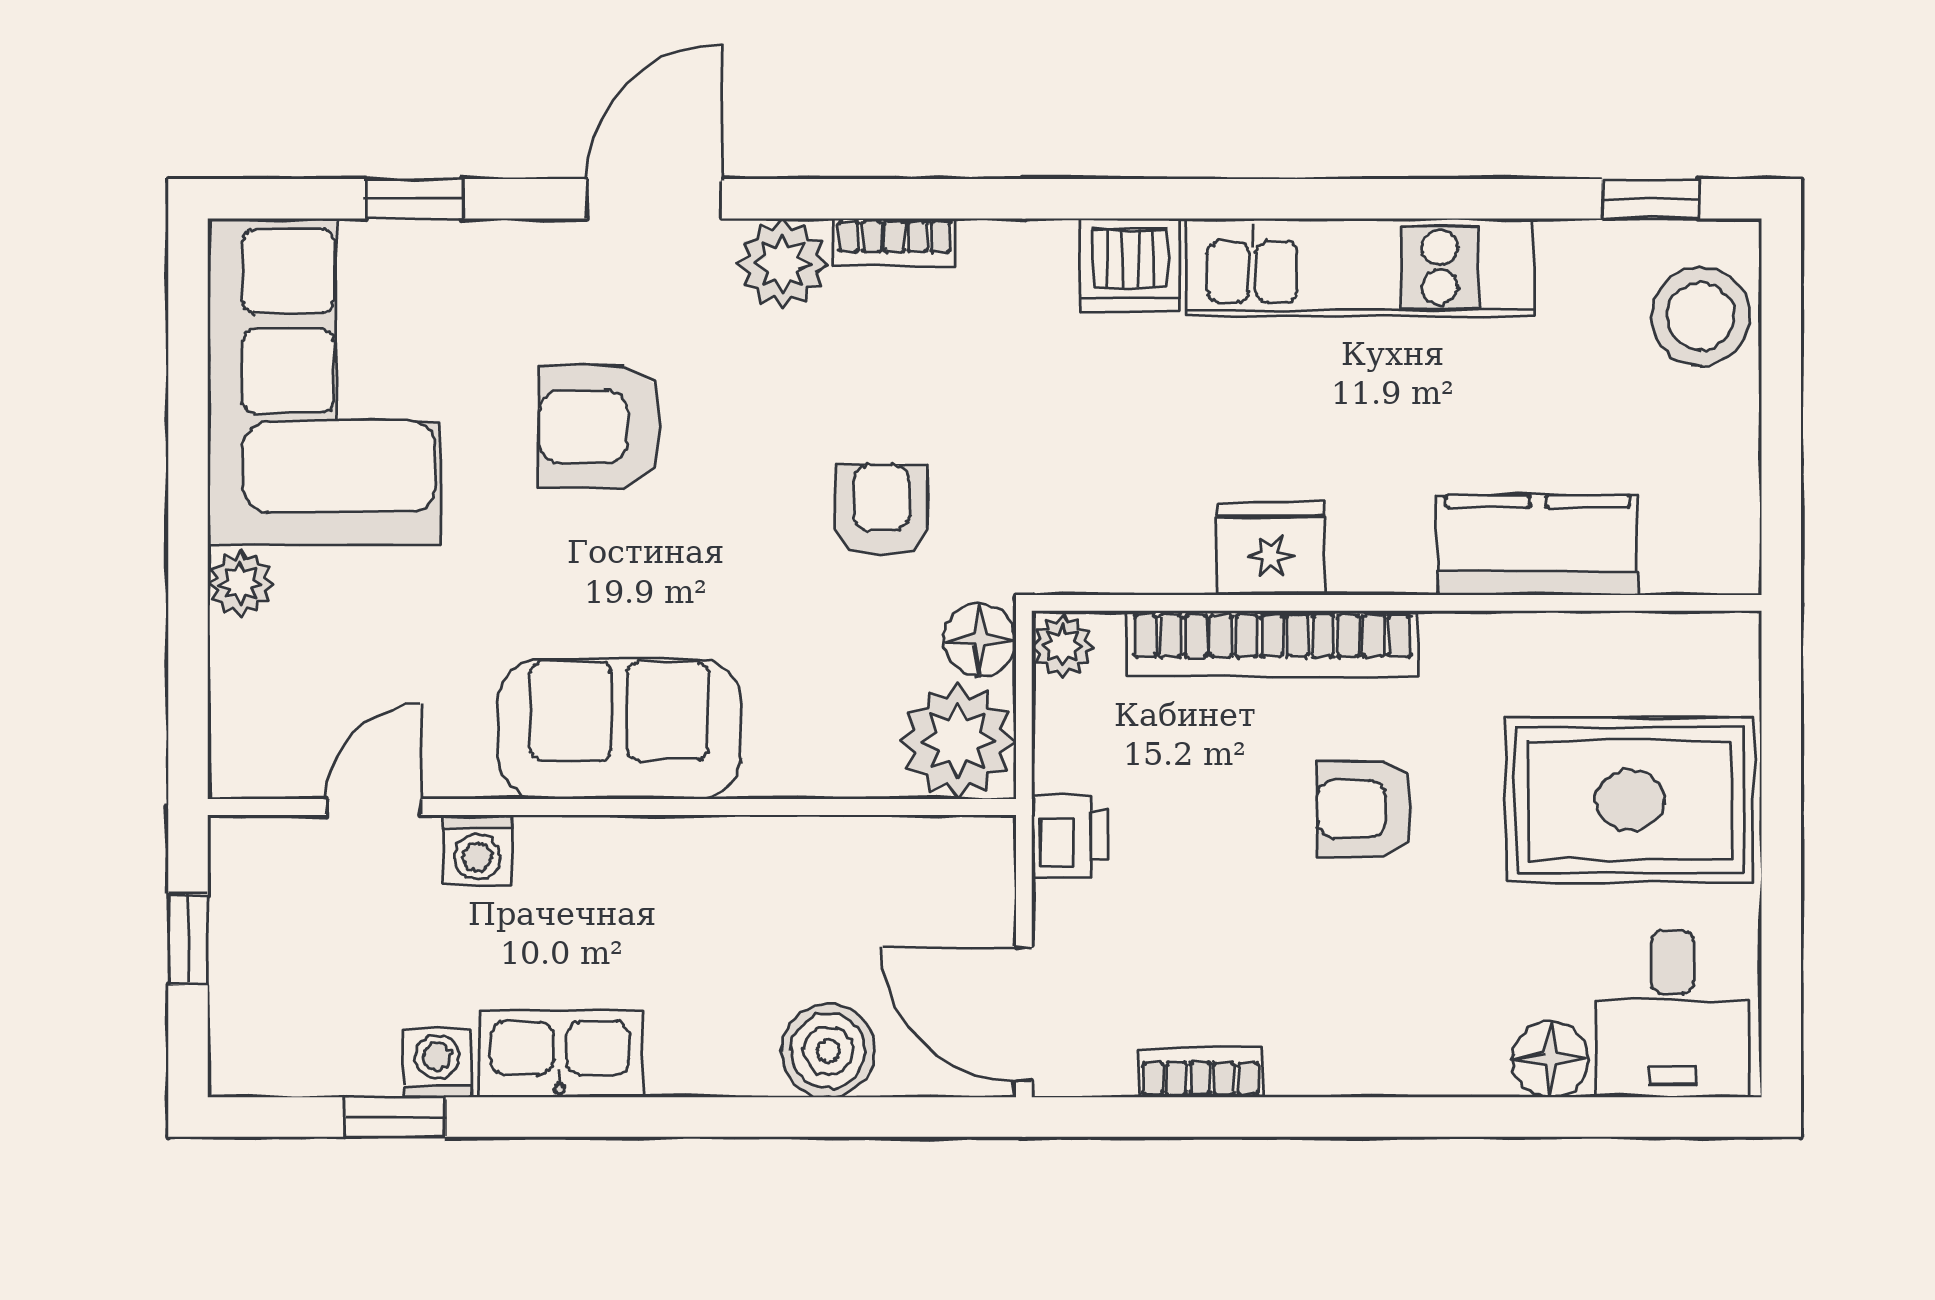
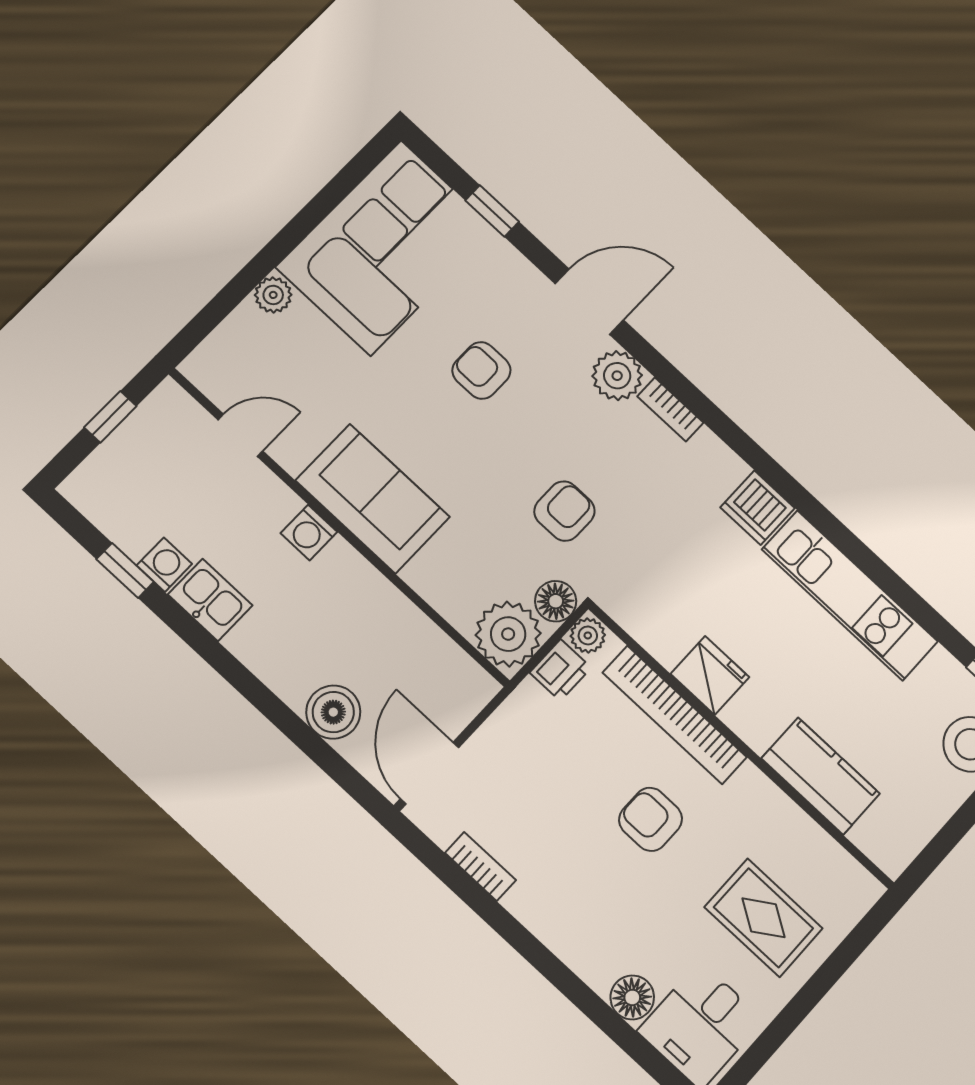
armchair: (600, 427) -> (481, 370), width x0.72, depth x0.72
rug: (1630, 800) -> (764, 918), width x0.73, depth x0.70
printer: (1069, 835) -> (560, 670), moved
washing machine: (477, 850) -> (309, 533), moved
kitchen sink: (560, 1054) -> (210, 600), width x0.73

